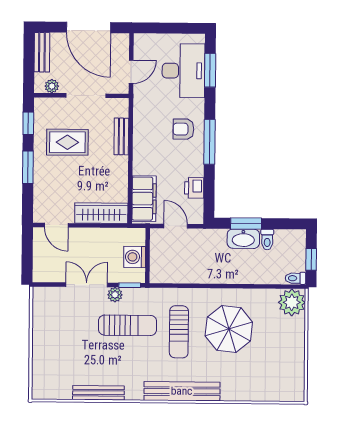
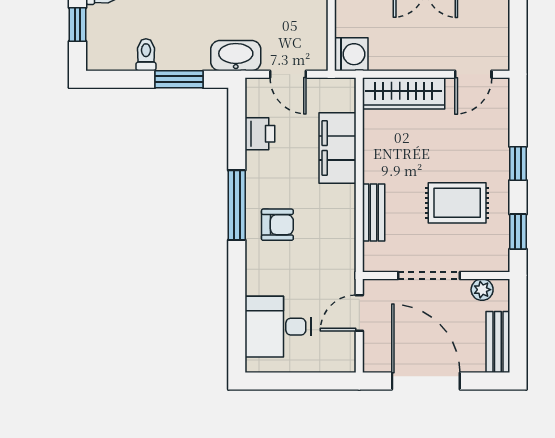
window: (210, 70) -> (237, 316), removed
desk: (183, 71) -> (278, 327), width x0.73
window: (28, 167) -> (518, 164), width x0.67
filing cabinet: (144, 199) -> (338, 148), moved
door: (56, 225) -> (473, 74), swing flipped
washbasin: (243, 239) -> (236, 56), moved
washing machine: (135, 257) -> (351, 54), moved

